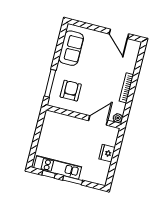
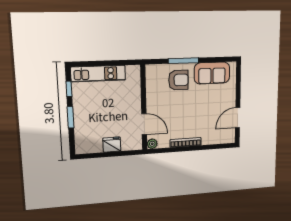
window: (50, 83) -> (184, 61), moved
armchair: (71, 91) -> (178, 80), moved
kitchen unit: (58, 167) -> (98, 74), moved, turned 90

